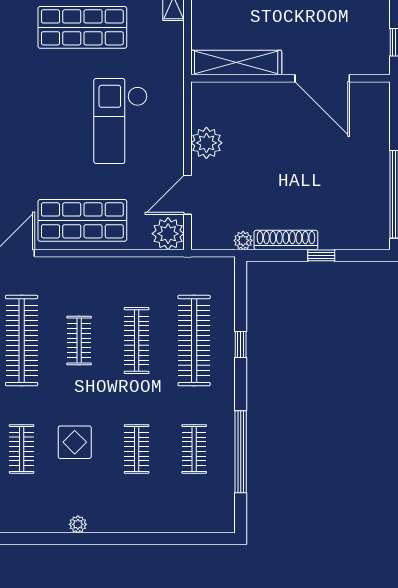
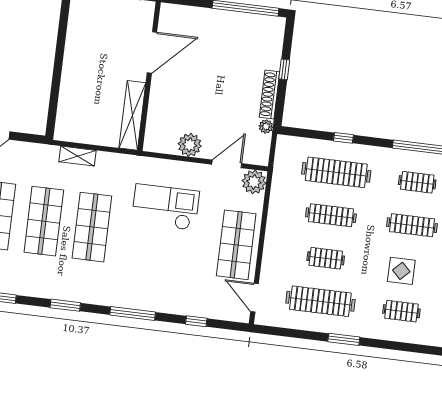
checkout: (120, 121) -> (165, 207), turned 180
door: (188, 195) -> (227, 164), swing flipped
clothes rail: (137, 449) -> (412, 225), width x1.36

